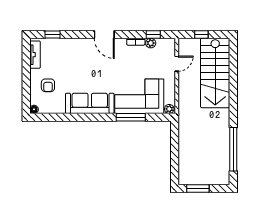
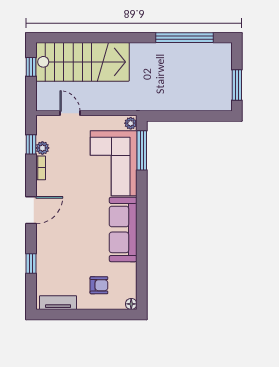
window: (53, 34) -> (31, 264), moved
window: (201, 34) -> (31, 67), moved
window: (131, 117) -> (142, 150), moved

